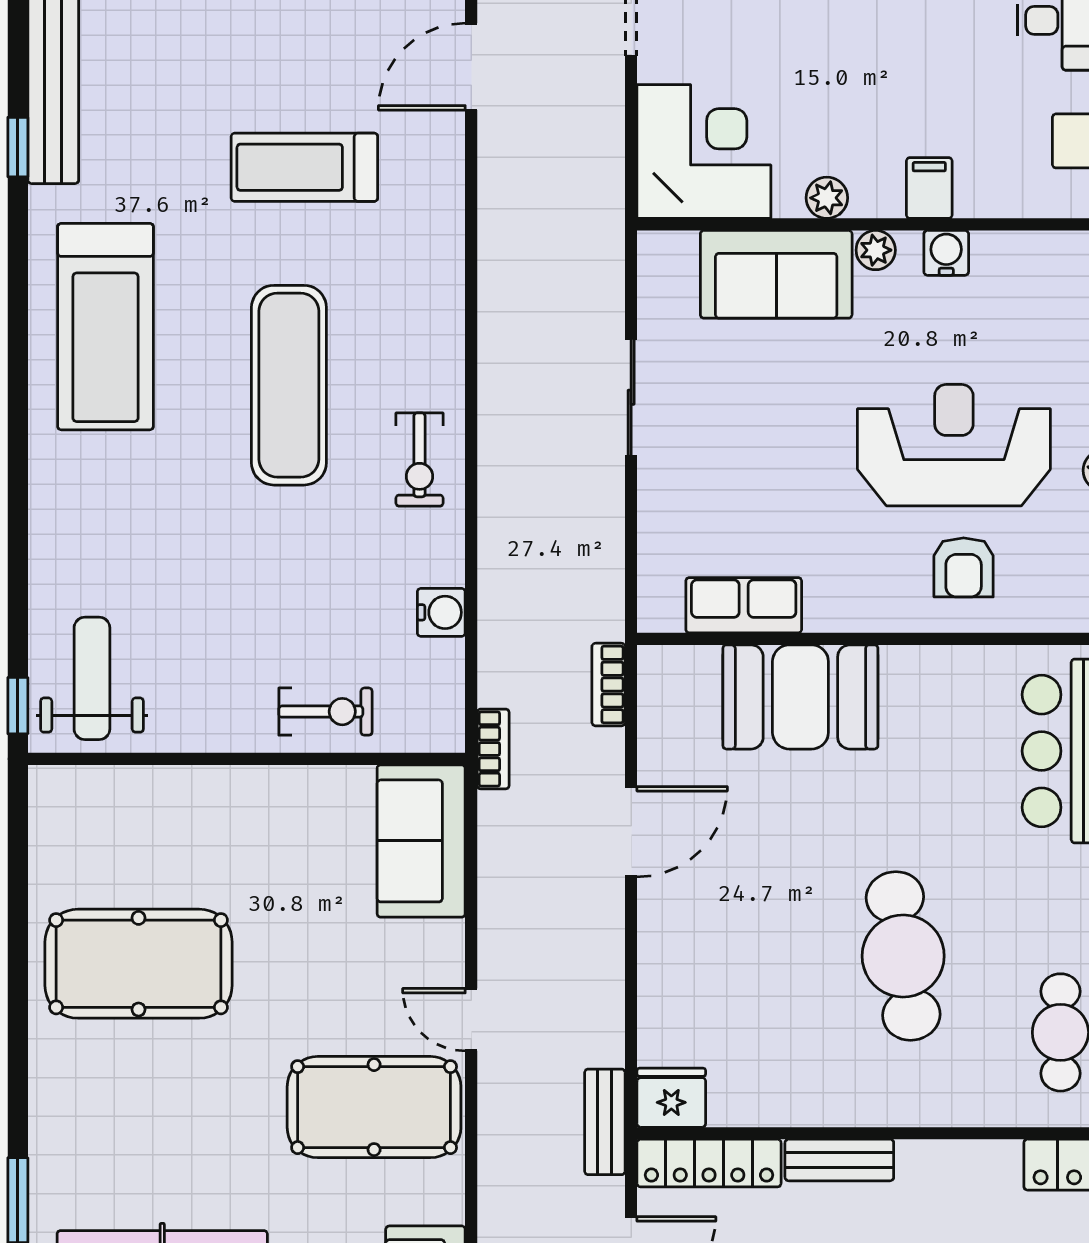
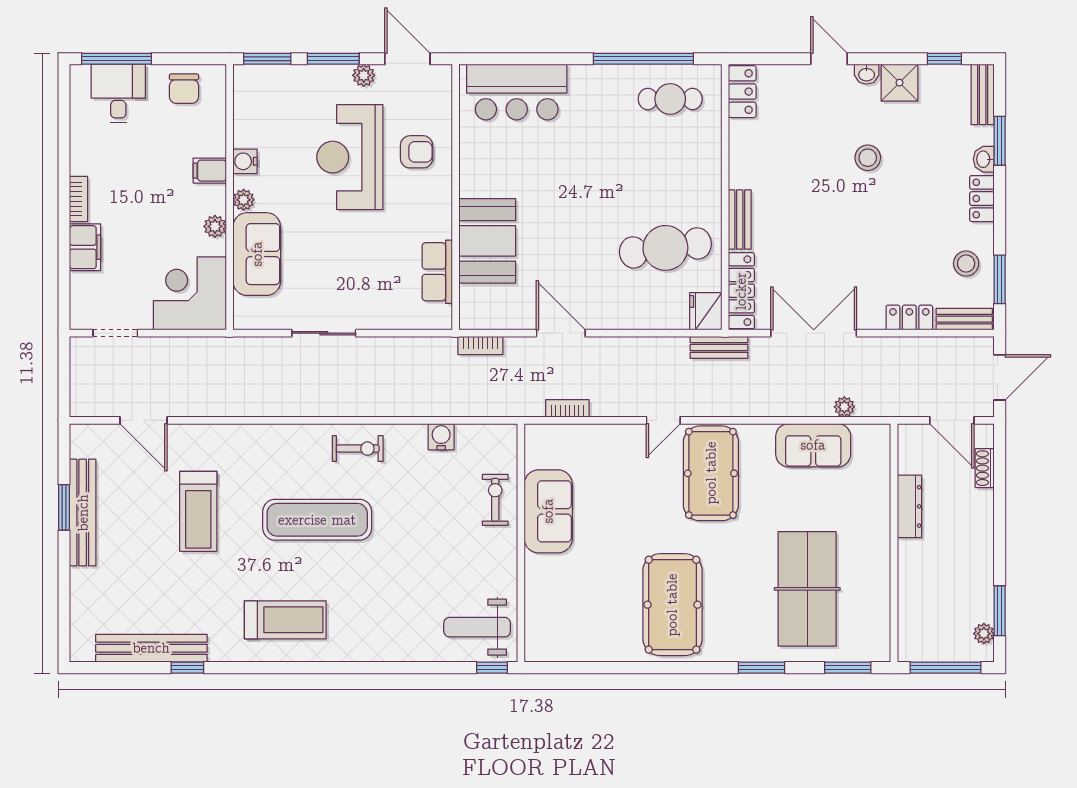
treadmill: (105, 327) -> (285, 620), width x0.73, depth x0.73
bookcase: (493, 749) -> (567, 408), moved
sofa: (421, 841) -> (548, 511), moved, turned -90
cafe table: (903, 956) -> (665, 248), moved
pool table: (139, 964) -> (672, 605), moved

